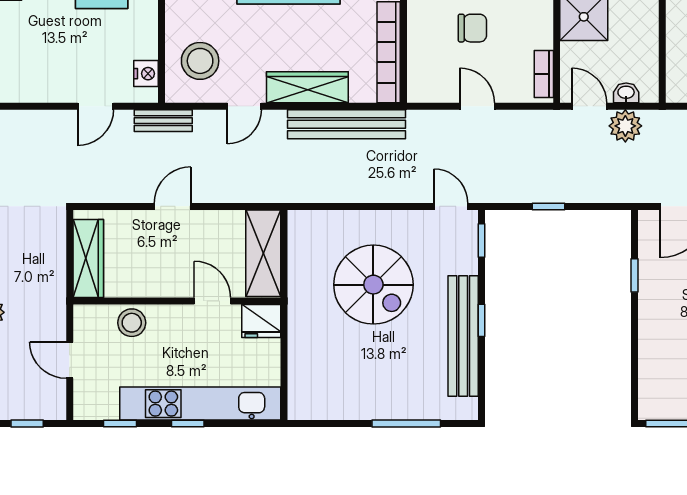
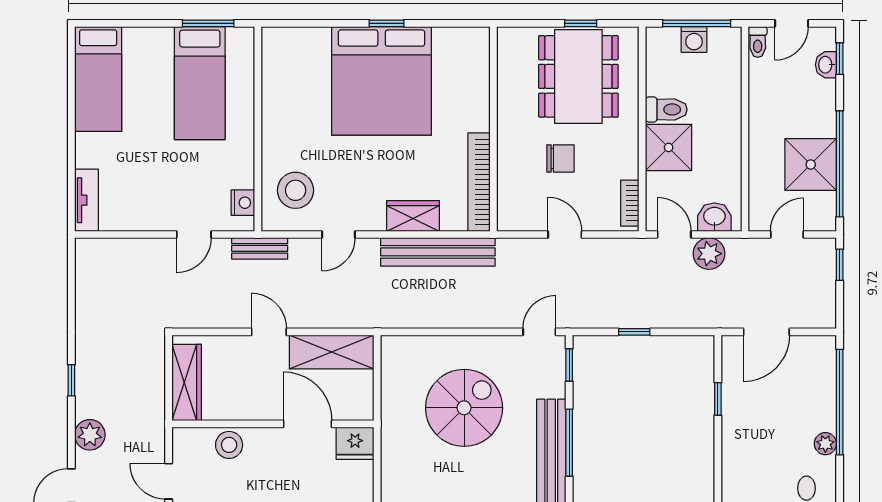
wardrobe: (307, 87) -> (413, 216), width x0.67
washbasin: (626, 93) -> (714, 217), width x1.38, depth x1.45
door: (173, 206) -> (269, 332), hinge flipped
door: (451, 206) -> (539, 332), hinge flipped
shelving: (263, 253) -> (332, 352), moved, turned 90
spiral stairs: (373, 285) -> (464, 408), turned -90
door: (212, 301) -> (308, 424), width x1.38
window: (481, 320) -> (569, 443), width x2.17

